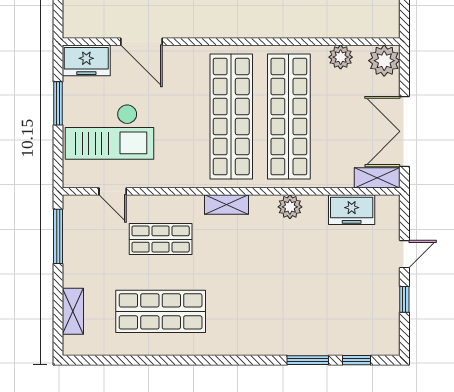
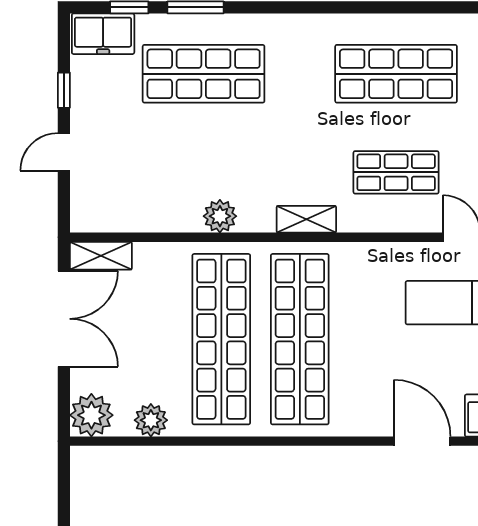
freezer: (352, 210) -> (103, 34), moved, turned 180
shop shelf: (302, 311) -> (204, 74), added

